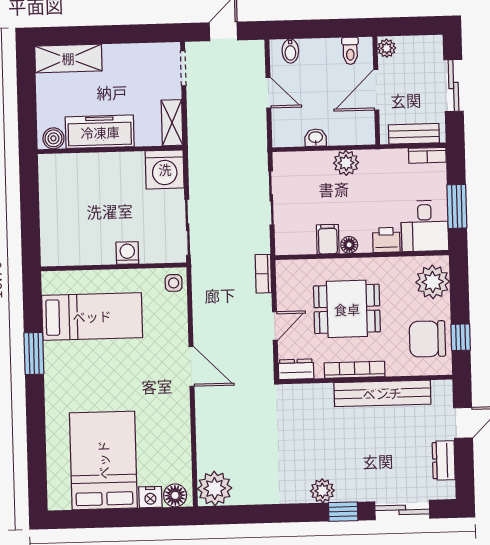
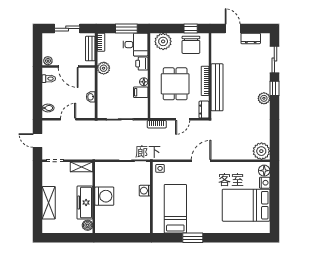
shelving: (68, 58) -> (49, 203), moved
plant: (346, 163) -> (104, 68), moved
washing machine: (165, 169) -> (104, 196), moved
door: (275, 326) -> (183, 119), swing flipped
bench: (382, 393) -> (217, 87), moved

